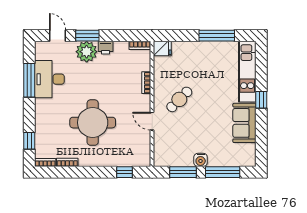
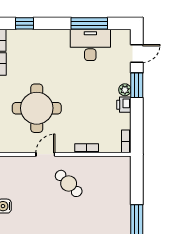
fridge: (162, 48) -> (123, 165), removed
plant: (87, 52) -> (125, 90), width x0.53, depth x0.53
round table: (93, 123) -> (37, 108), moved

